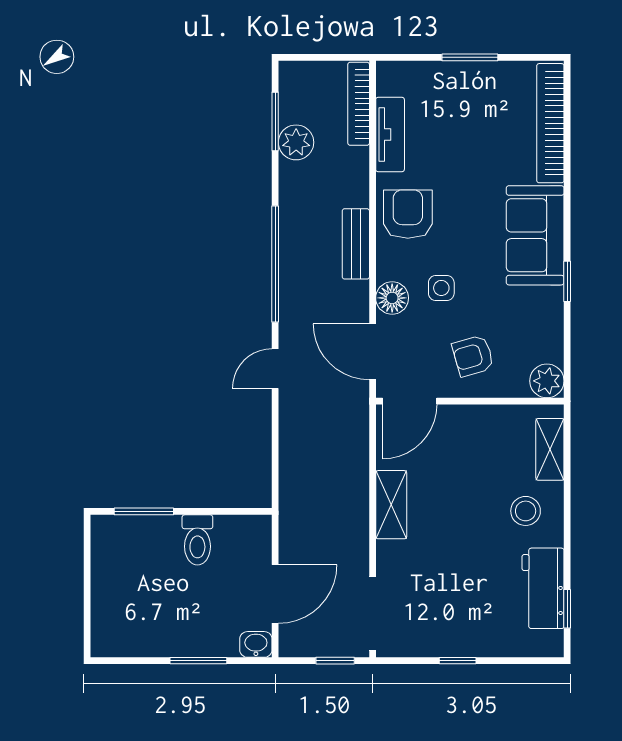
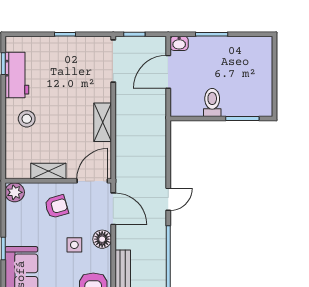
shelving: (550, 449) -> (48, 171), moved, turned 90

